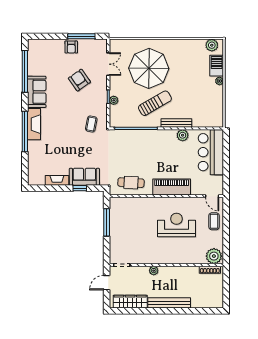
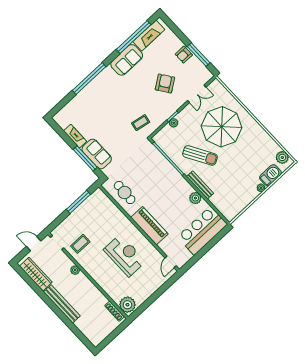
fireplace: (34, 124) -> (149, 36), moved
window: (80, 188) -> (85, 158), width x2.17
coffee table: (214, 221) -> (80, 244), moved

